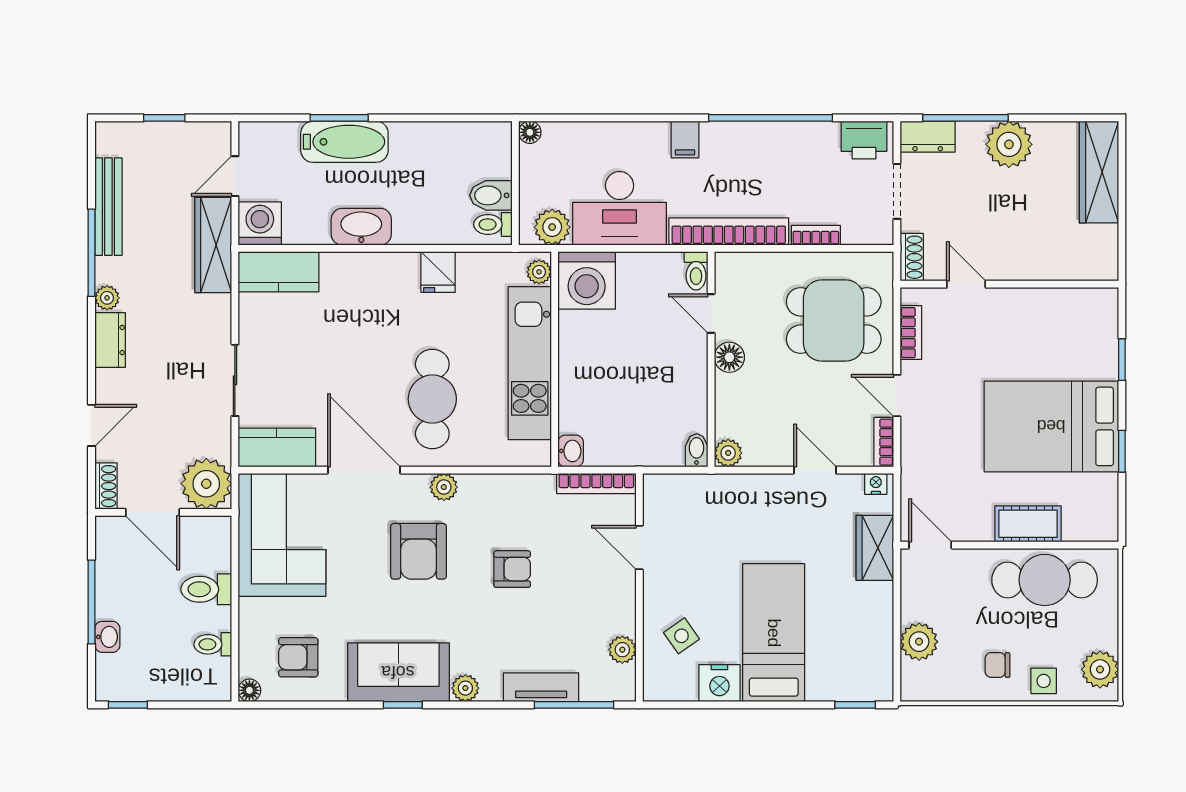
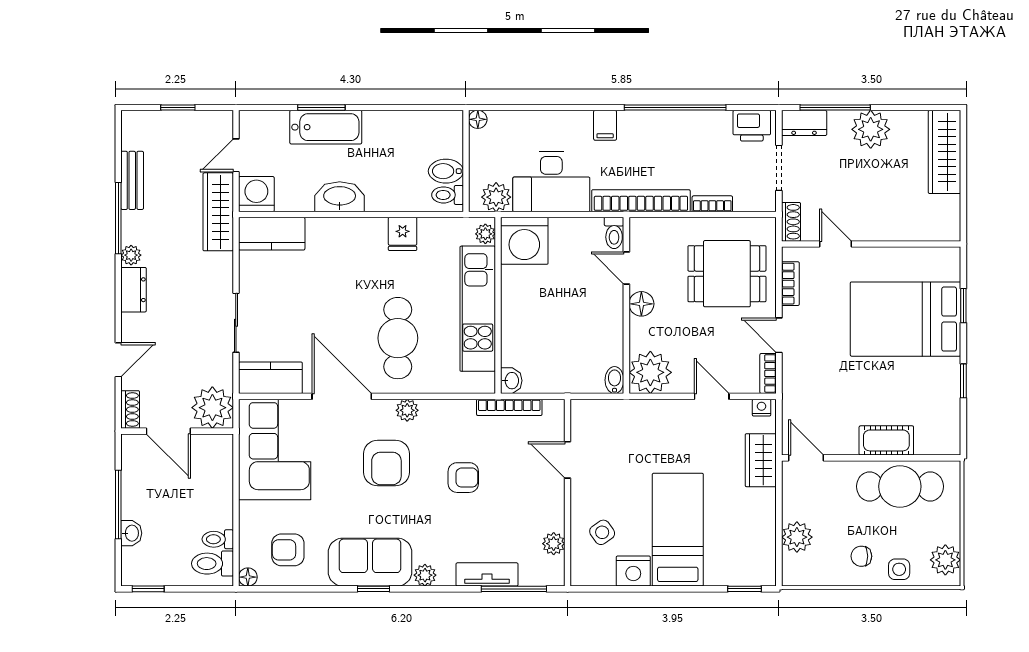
bench: (108, 207) -> (132, 180), width x0.73
bed: (1051, 426) -> (906, 319), moved
plant: (728, 453) -> (650, 372), width x1.88, depth x1.88
bookcase: (596, 483) -> (509, 407), moved
toilet: (206, 589) -> (212, 564), moved

